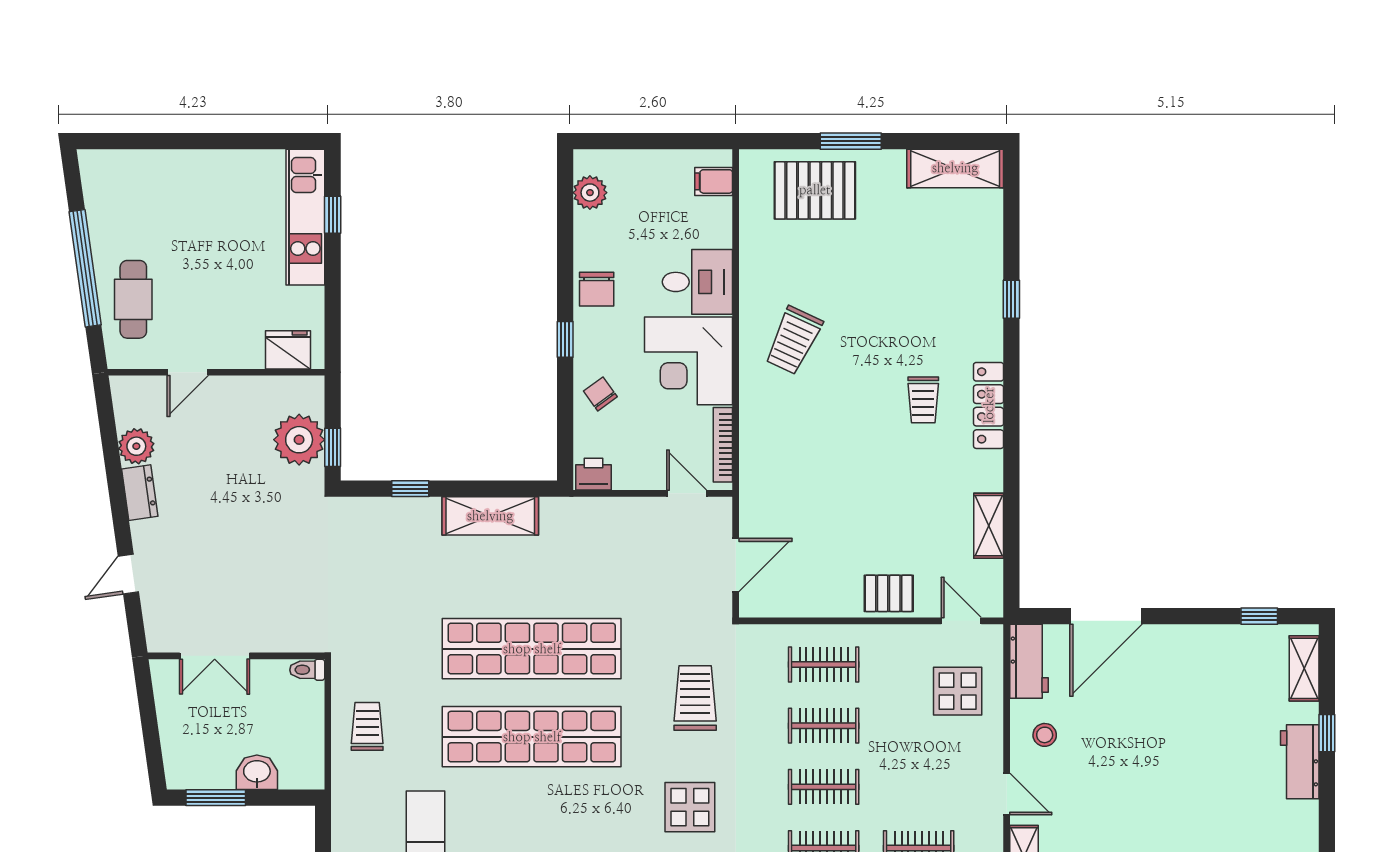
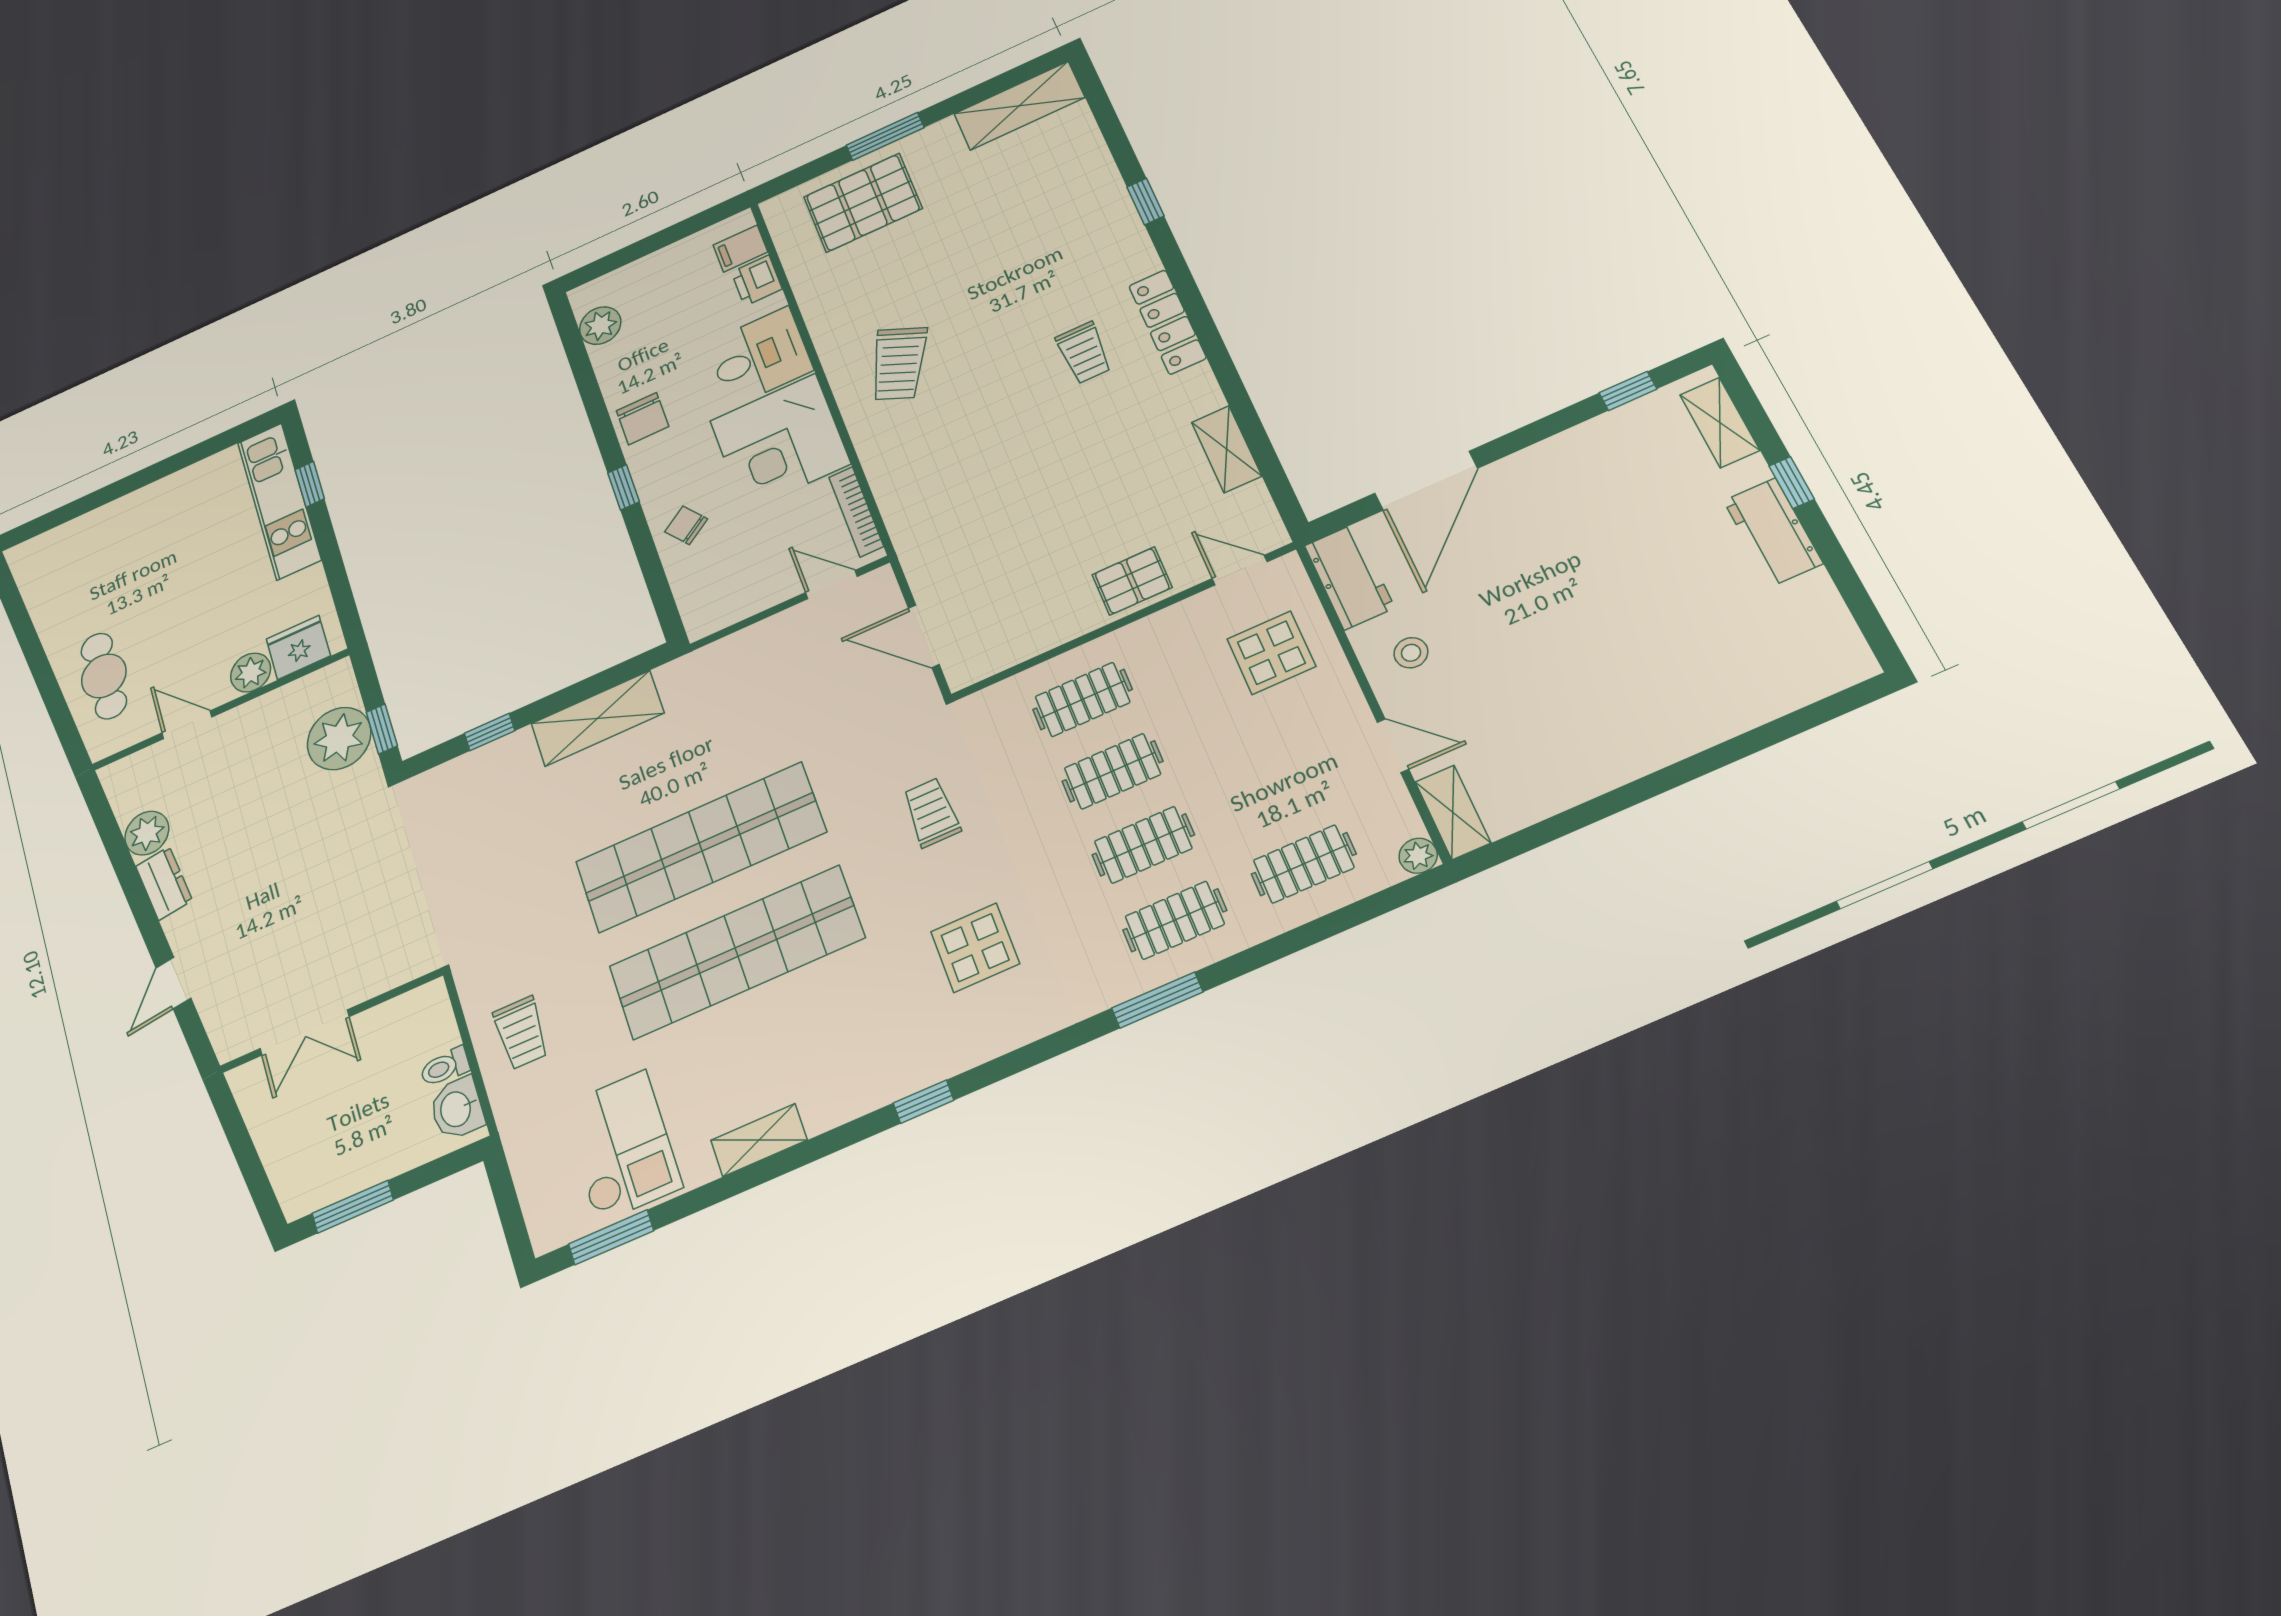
window: (85, 268) -> (41, 669), removed
plant: (247, 353) -> (251, 672), added
door: (188, 372) -> (187, 725), swing flipped
printer: (594, 474) -> (757, 280), moved, turned -90
door: (736, 565) -> (924, 636), swing flipped
toilet: (307, 670) -> (445, 1067), moved
trolley: (695, 698) -> (931, 812), width x0.73, depth x0.72
trolley: (367, 726) -> (521, 1033), turned 180
washbasin: (257, 772) -> (457, 1109), moved, turned -90

